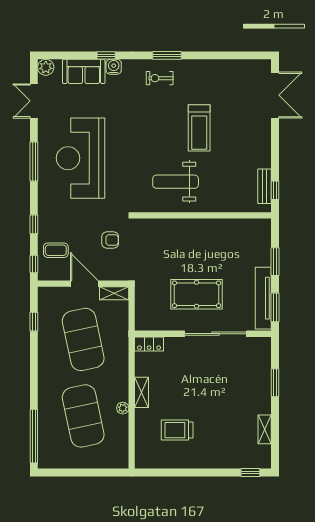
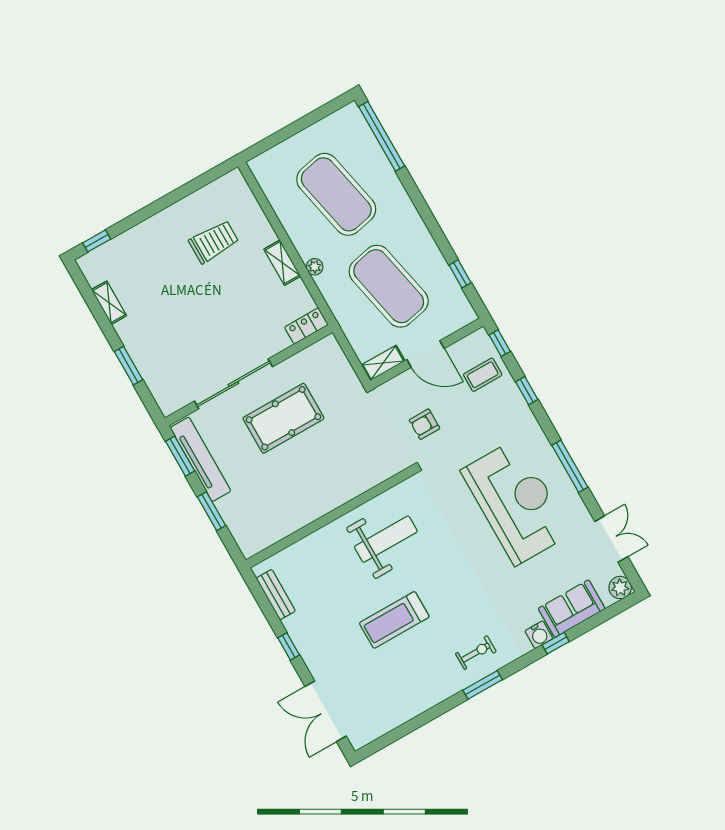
treadmill: (199, 128) -> (394, 620), turned -90
window: (275, 190) -> (289, 646), moved
plant: (123, 408) -> (315, 267), moved

